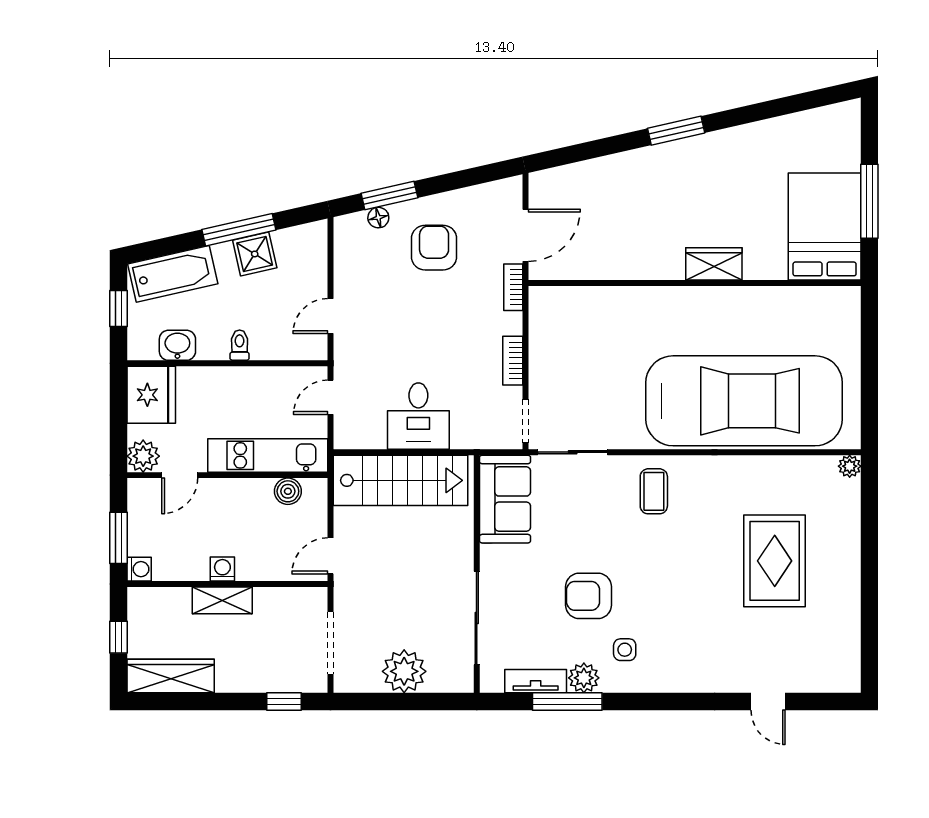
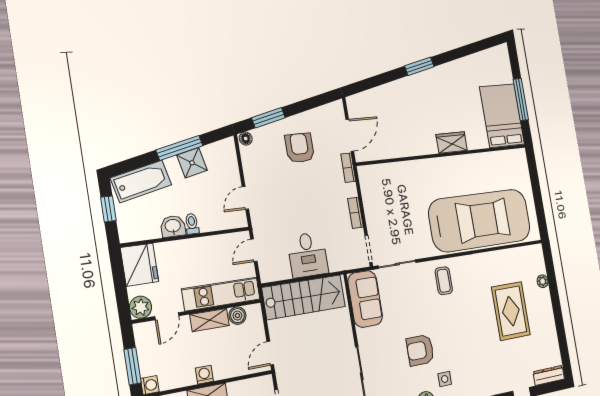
floor lamp: (378, 218) -> (246, 138), moved
washbasin: (177, 345) -> (173, 226), moved
plant: (850, 466) -> (543, 281), moved
shelving: (243, 491) -> (210, 320), added
dresser: (829, 681) -> (549, 375), added

